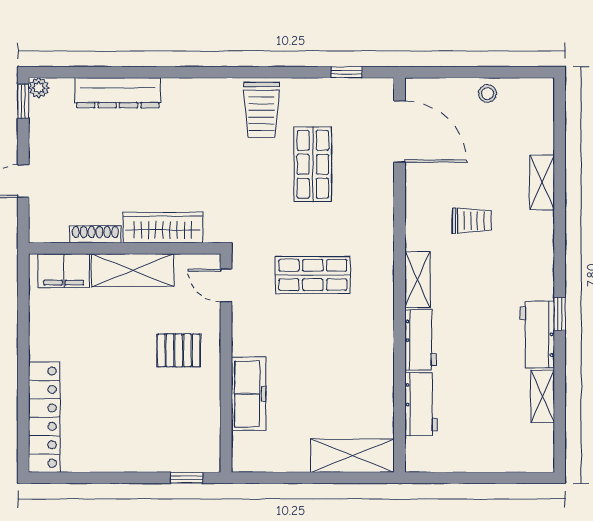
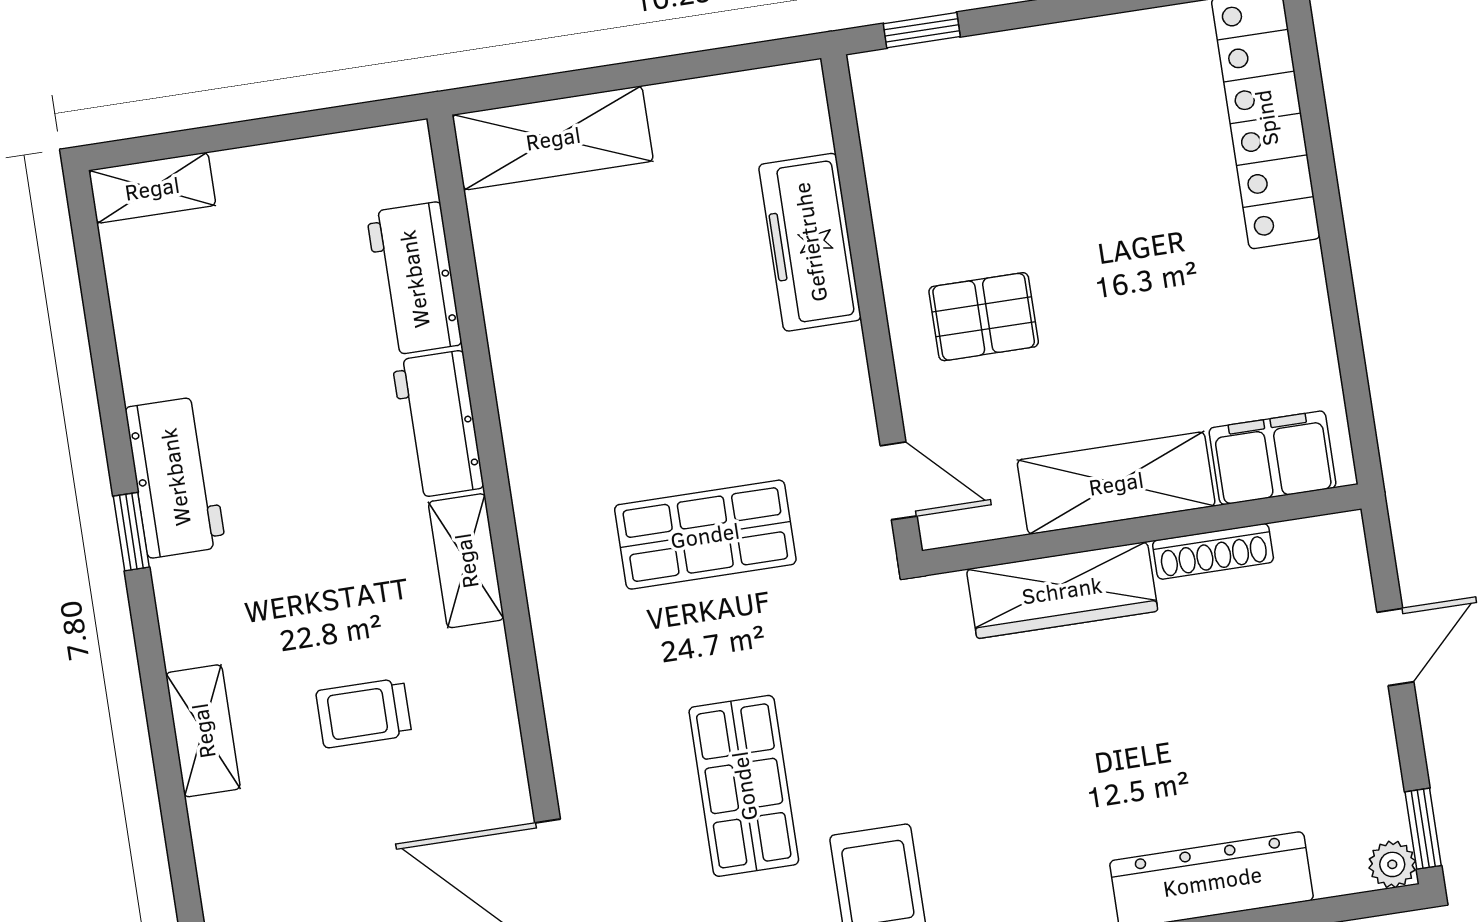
shelving: (542, 183) -> (203, 731), moved
shelving: (542, 396) -> (152, 188), moved, turned 90

